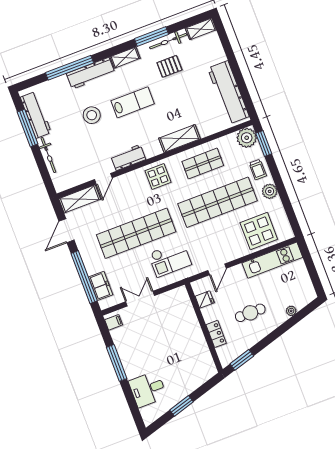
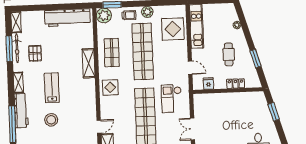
window: (152, 37) -> (9, 49), moved
workbench: (128, 158) -> (90, 104), removed
door: (103, 179) -> (99, 127), hinge flipped
checkout: (170, 259) -> (172, 99), turned 180
window: (242, 360) -> (256, 58), moved
window: (182, 406) -> (274, 112), moved

